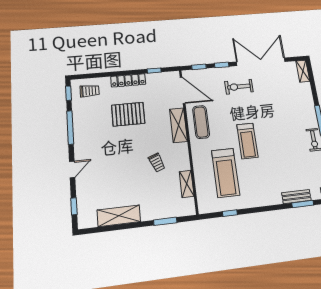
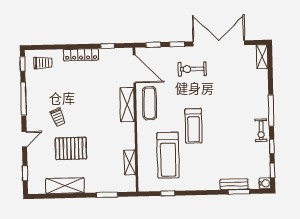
pallet: (128, 114) -> (71, 148), moved
trolley: (157, 163) -> (58, 117), moved

